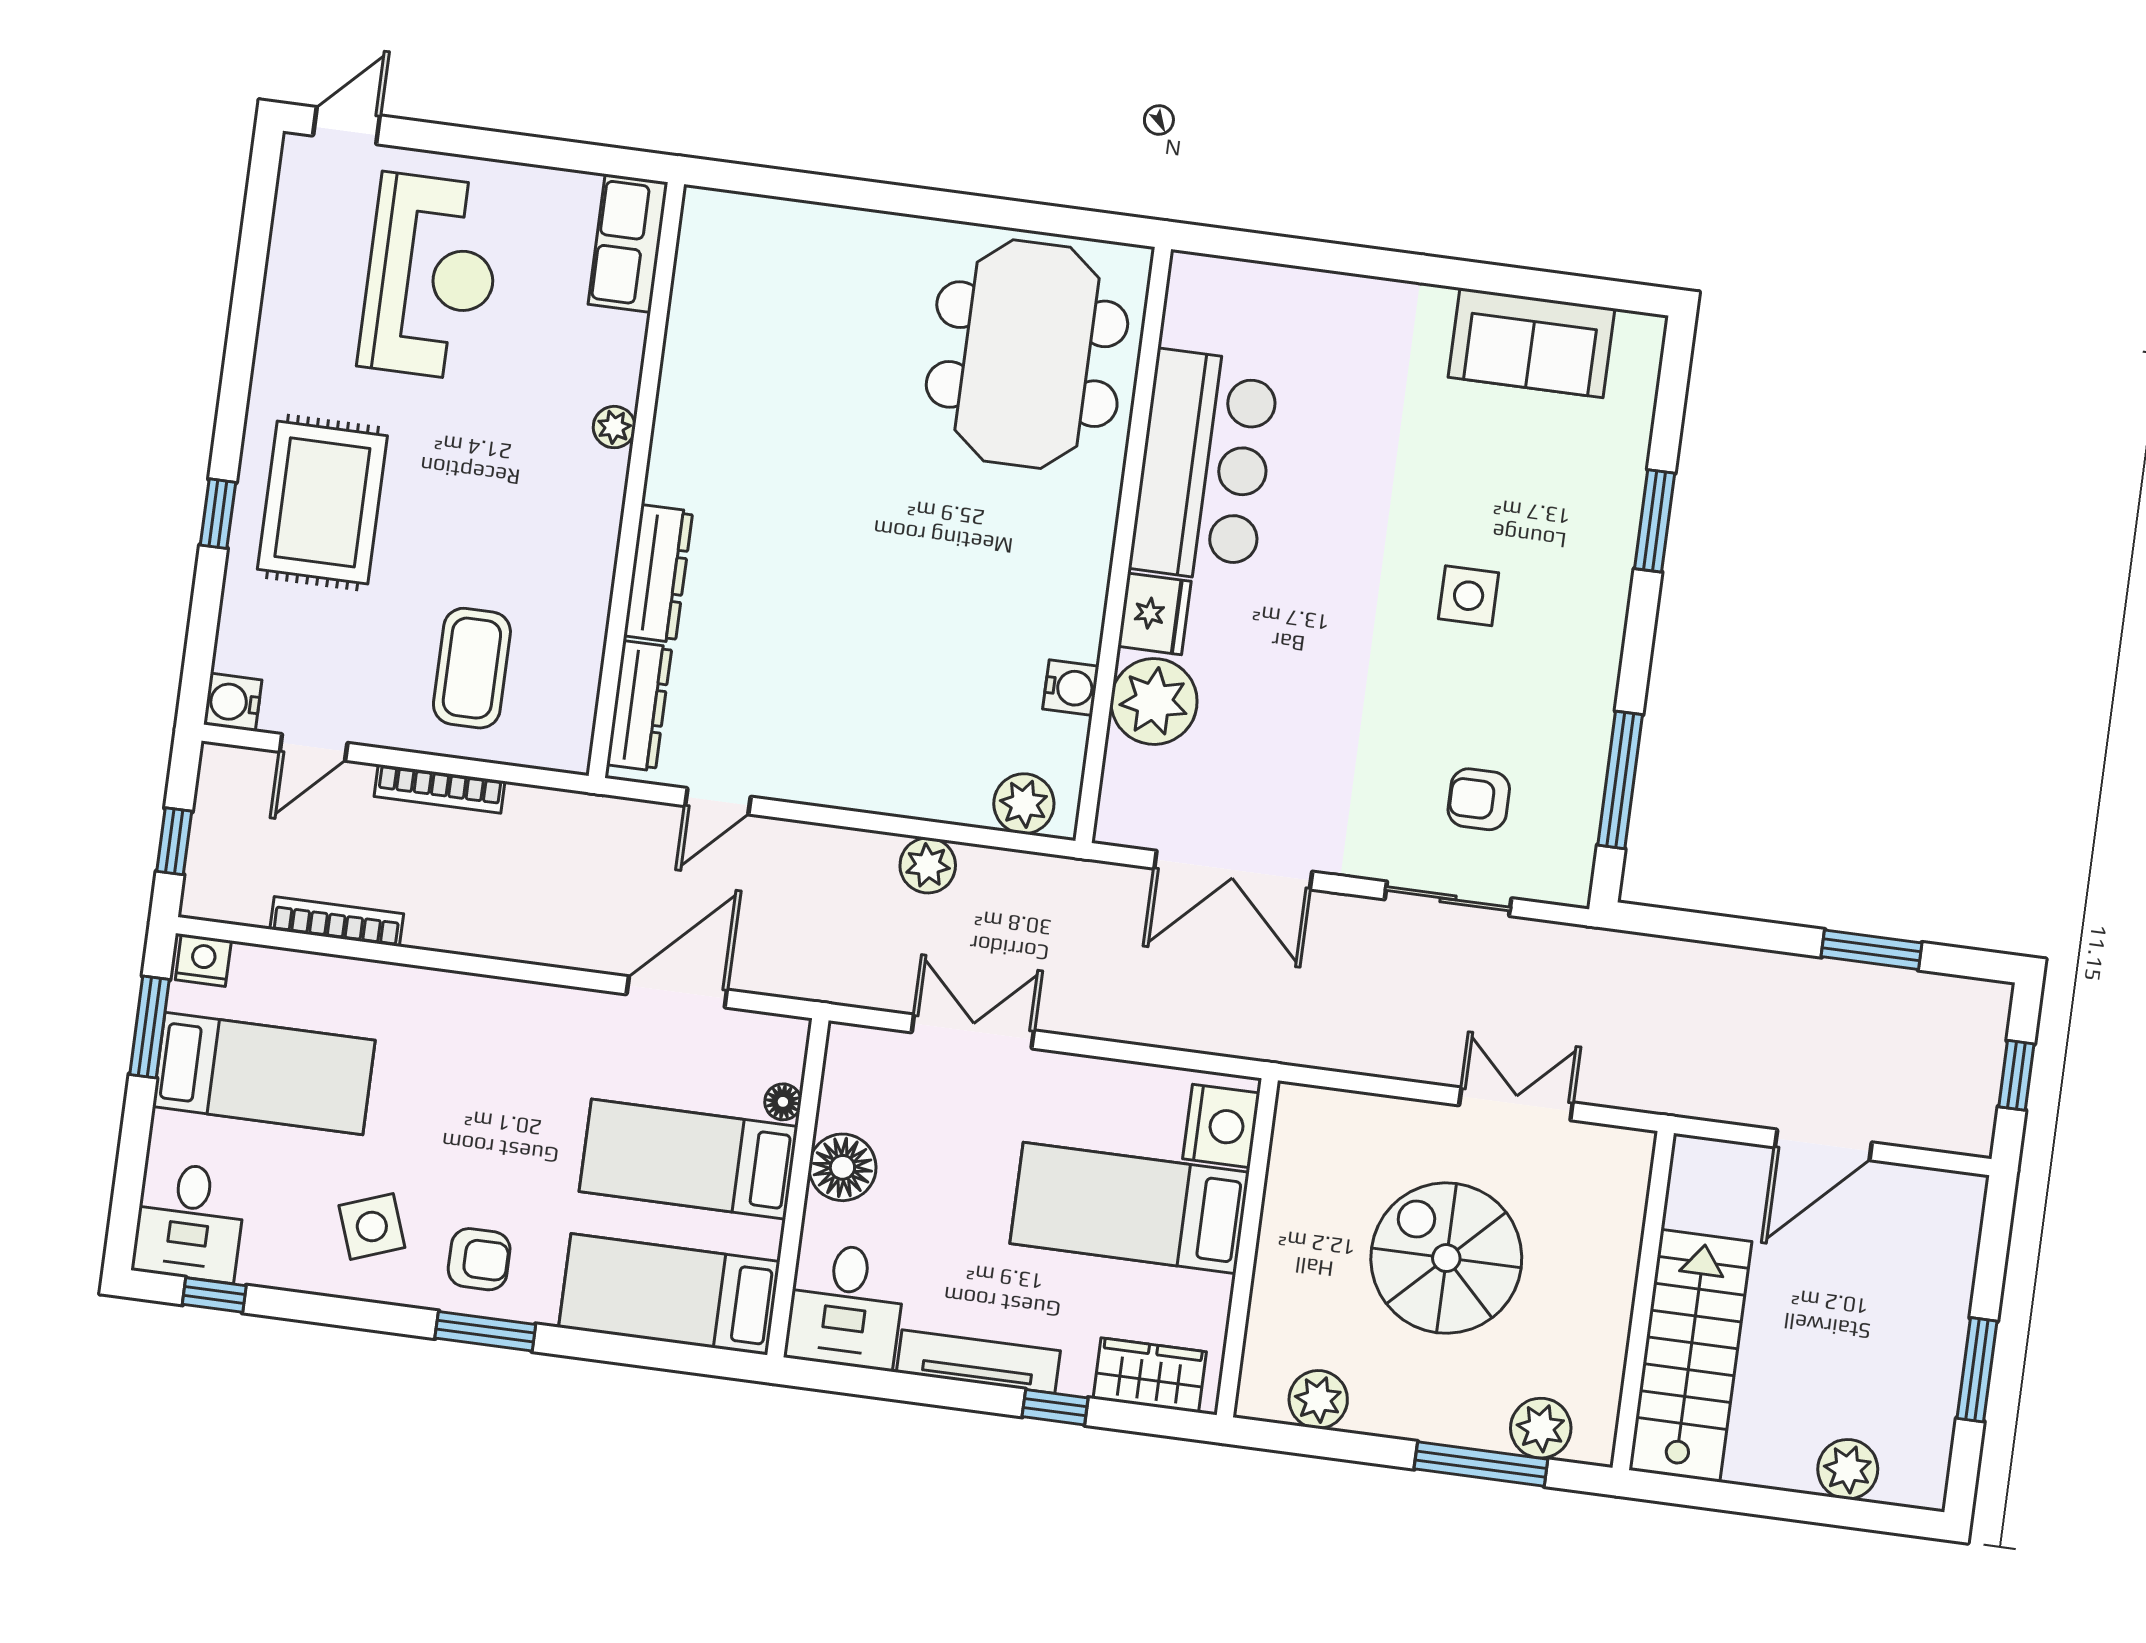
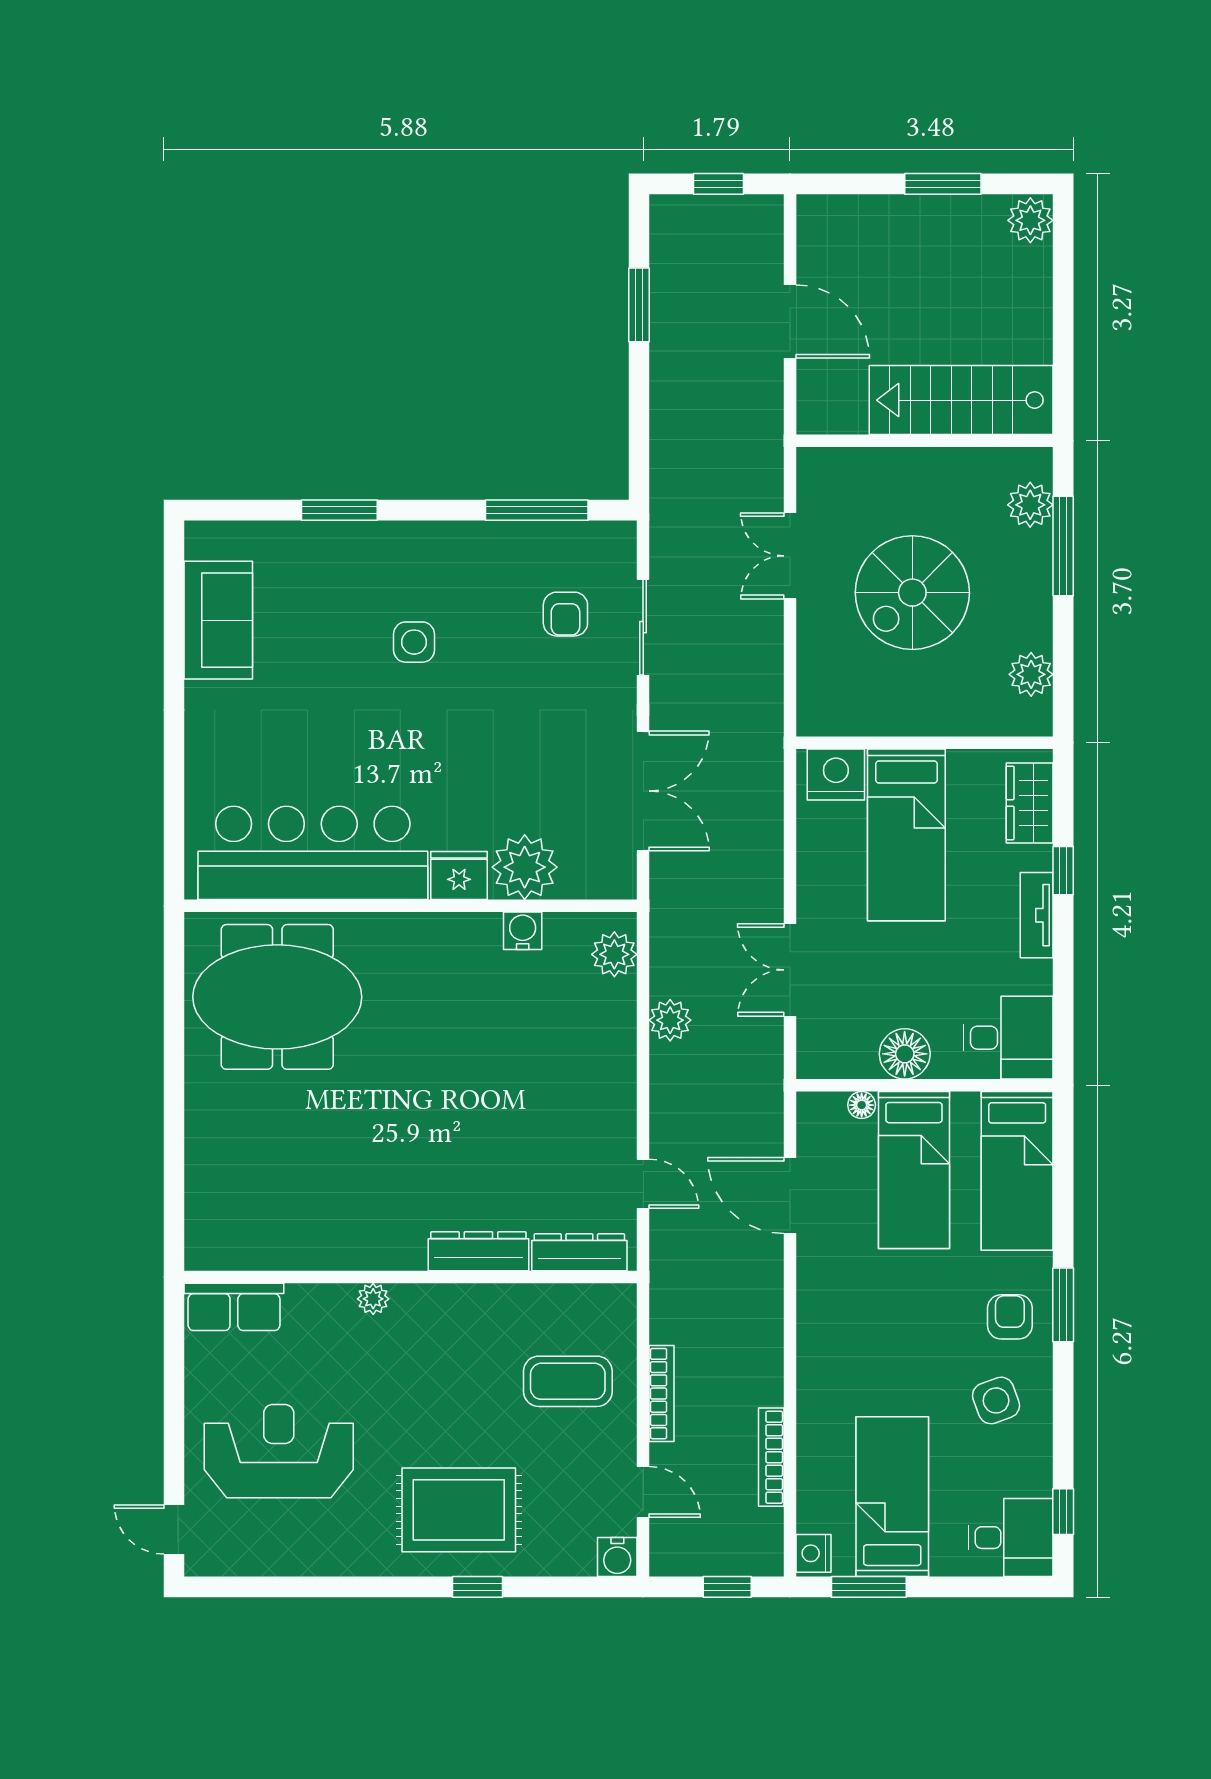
bar counter: (1204, 466) -> (313, 853), width x1.36
tv unit: (978, 1362) -> (1037, 915), width x0.71
plant: (1848, 1469) -> (1030, 220), moved

